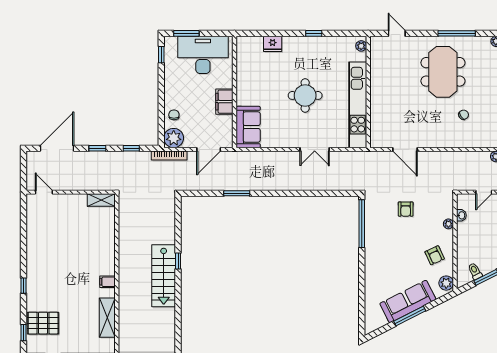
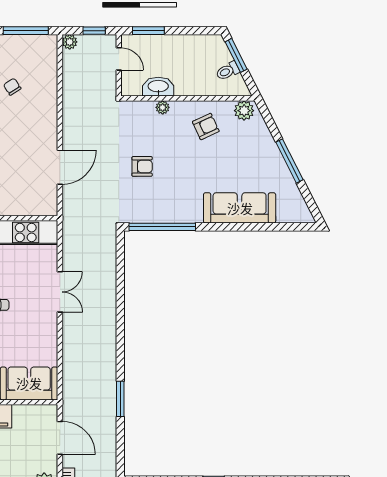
washbasin: (461, 215) -> (158, 87), width x1.91, depth x1.45
sofa: (408, 301) -> (240, 208), moved, turned 117

